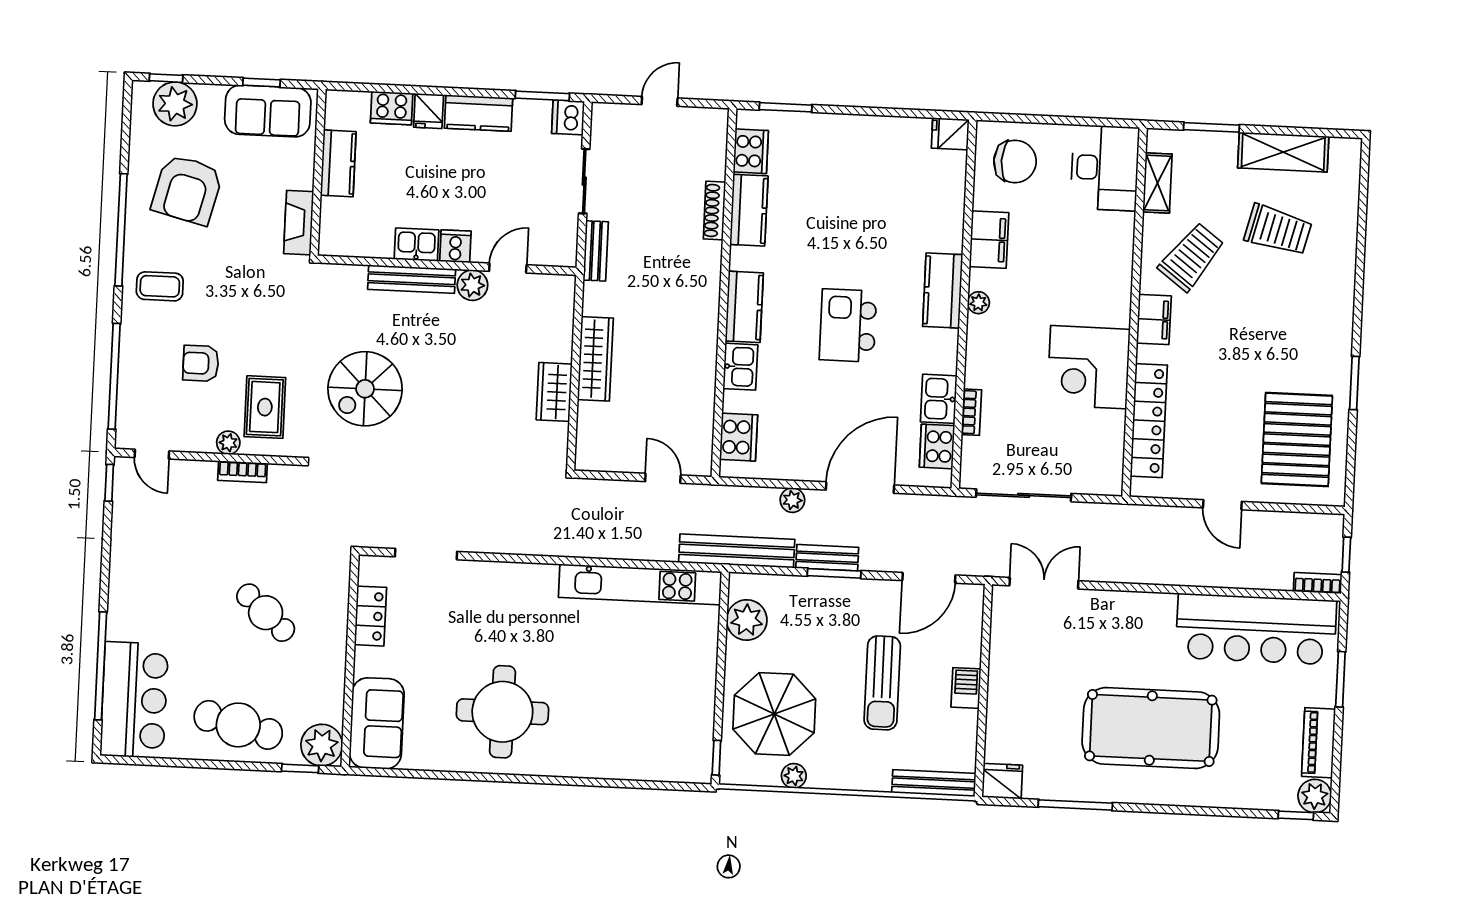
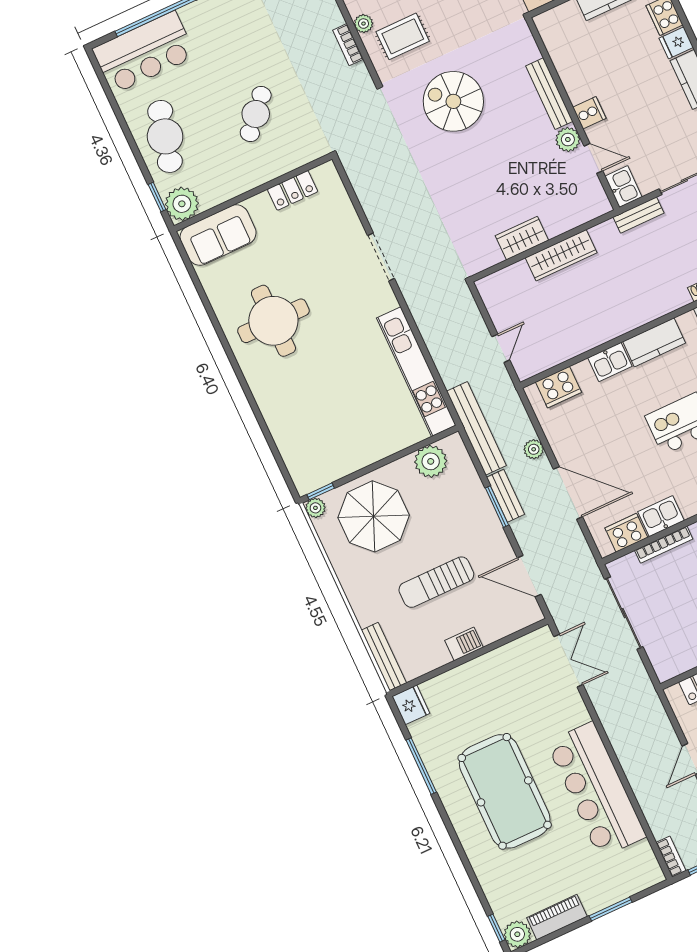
kitchen sink: (417, 245) -> (623, 187), moved
bookcase: (971, 412) -> (664, 545), width x1.56
doorway: (426, 554) -> (381, 257), moved
bar counter: (1256, 629) -> (596, 790), moved
plant: (794, 776) -> (315, 508), moved

